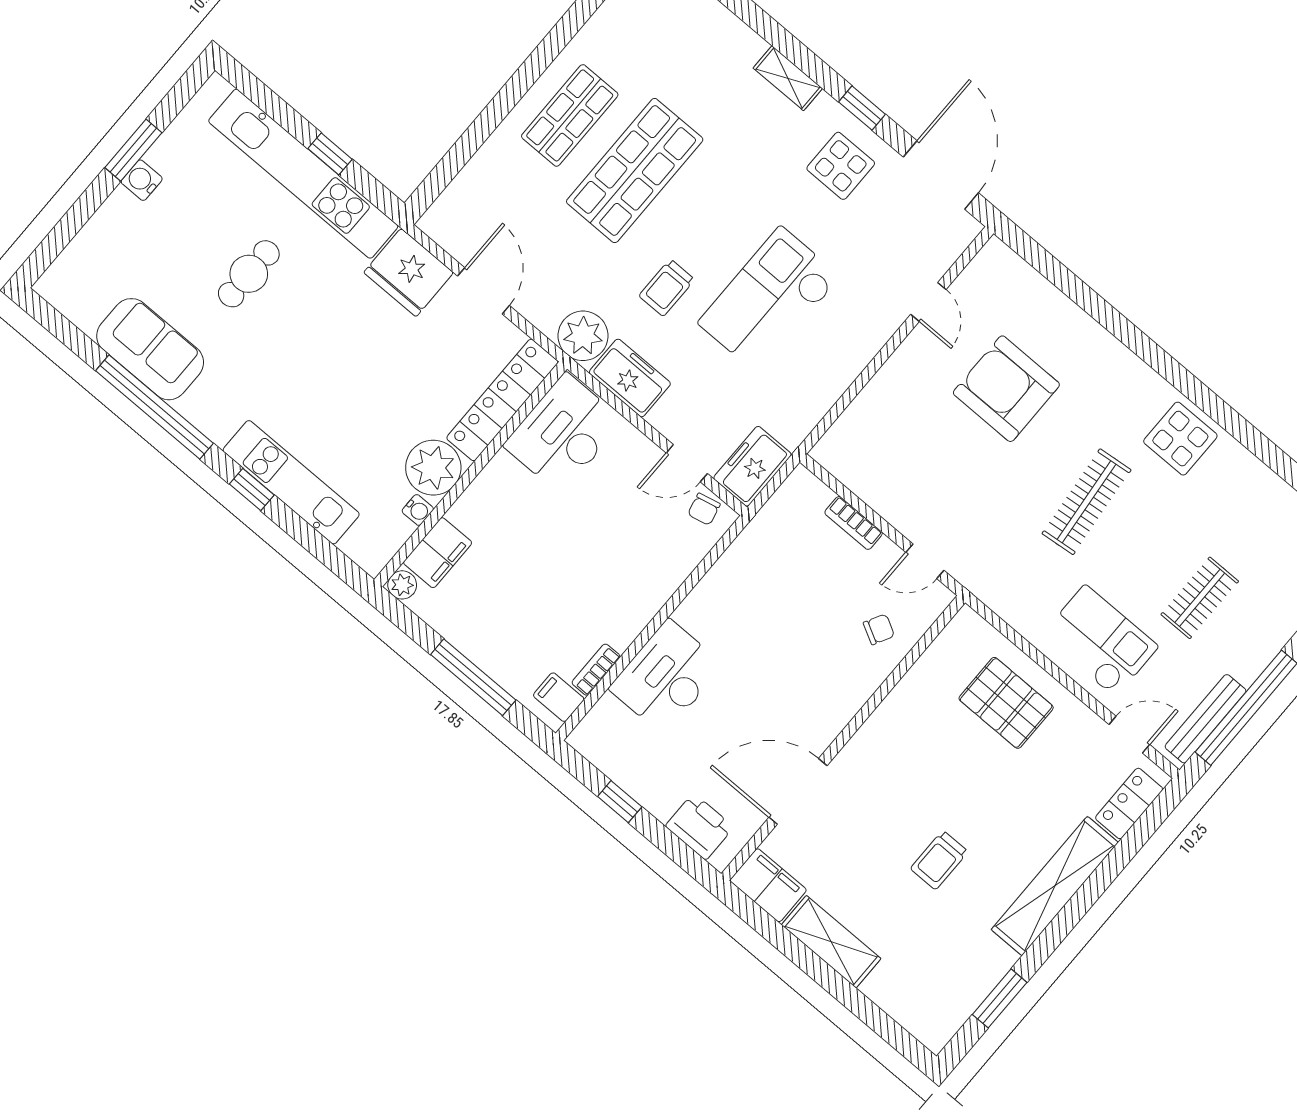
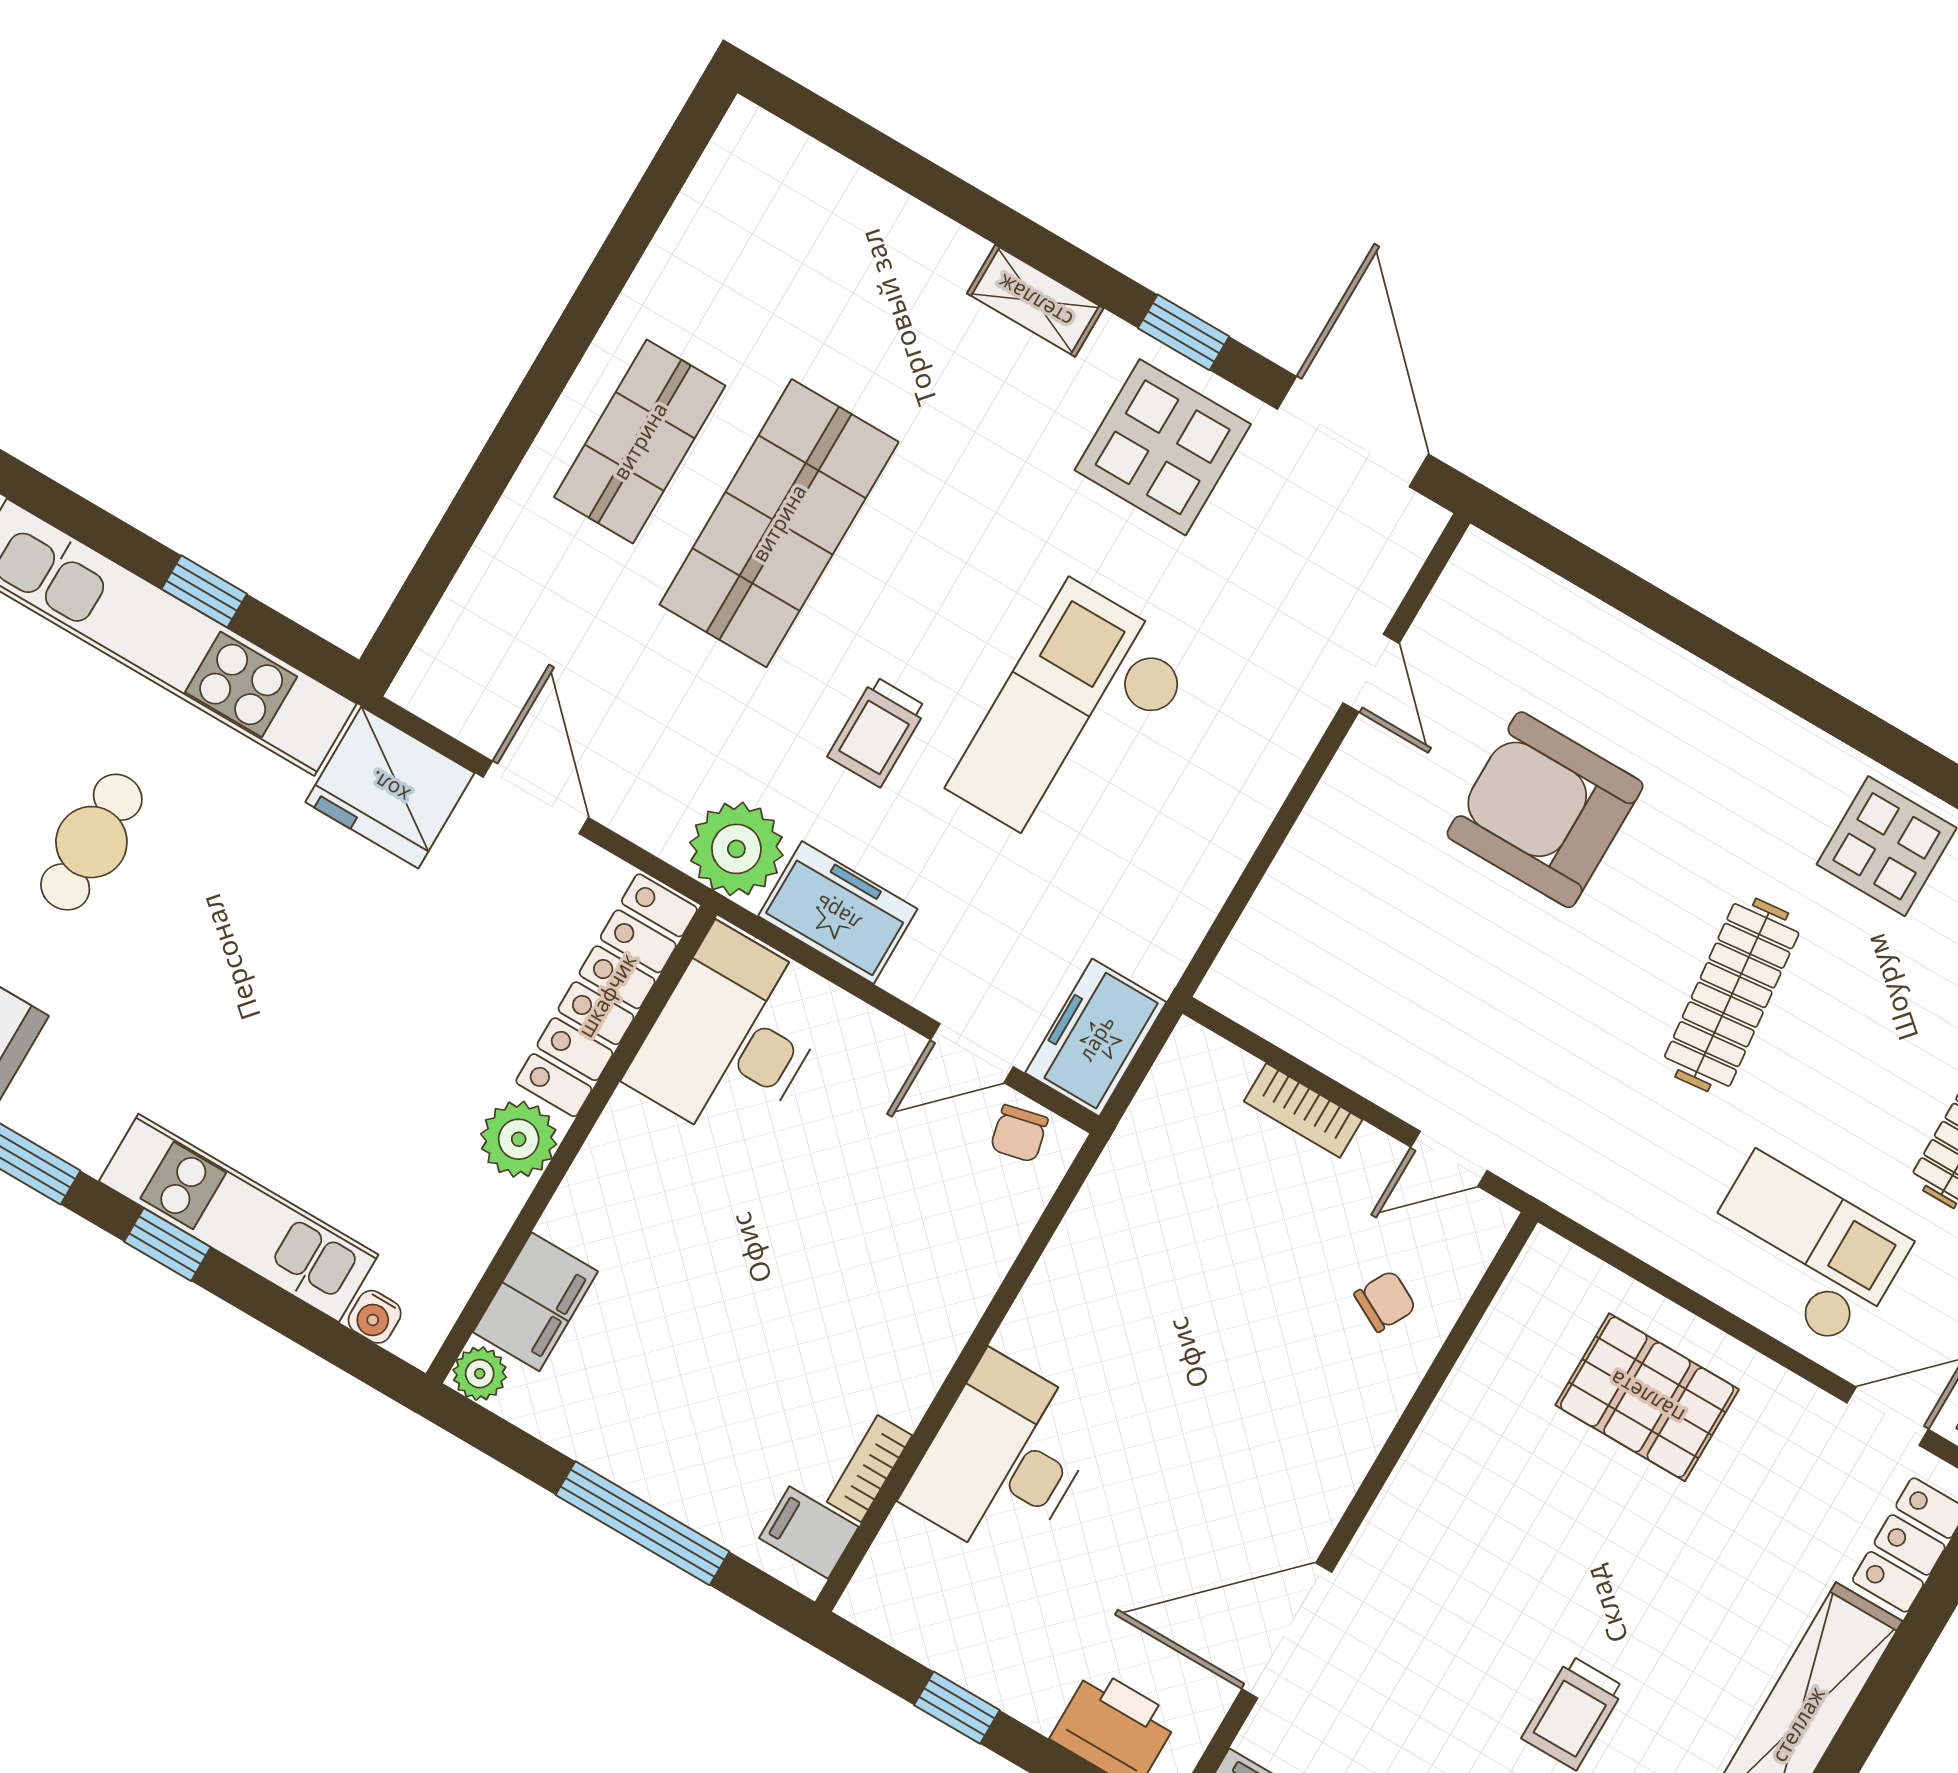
display table: (841, 166) -> (1163, 447), width x1.36, depth x1.36
plant: (433, 468) -> (519, 1139), width x0.73, depth x0.73
water cooler: (418, 510) -> (375, 1317), moved, turned 90

